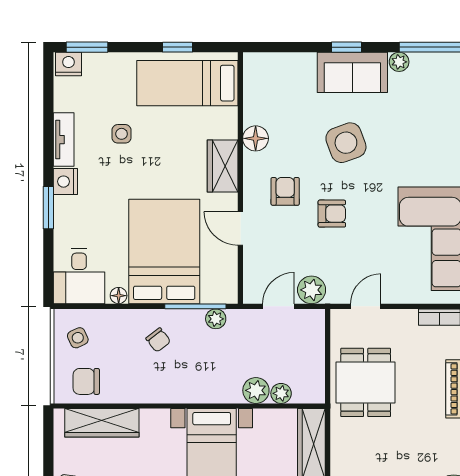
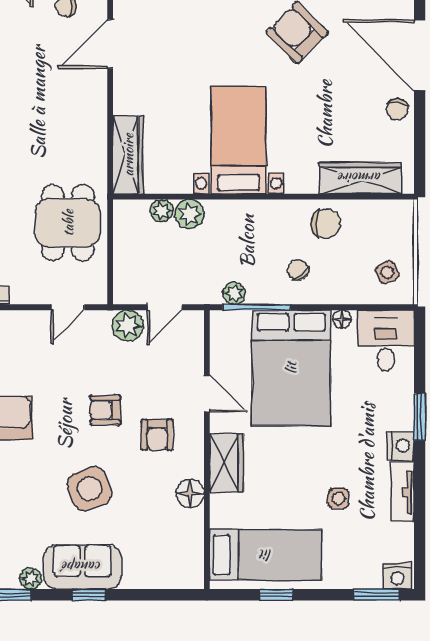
chair: (86, 381) -> (326, 224), moved

